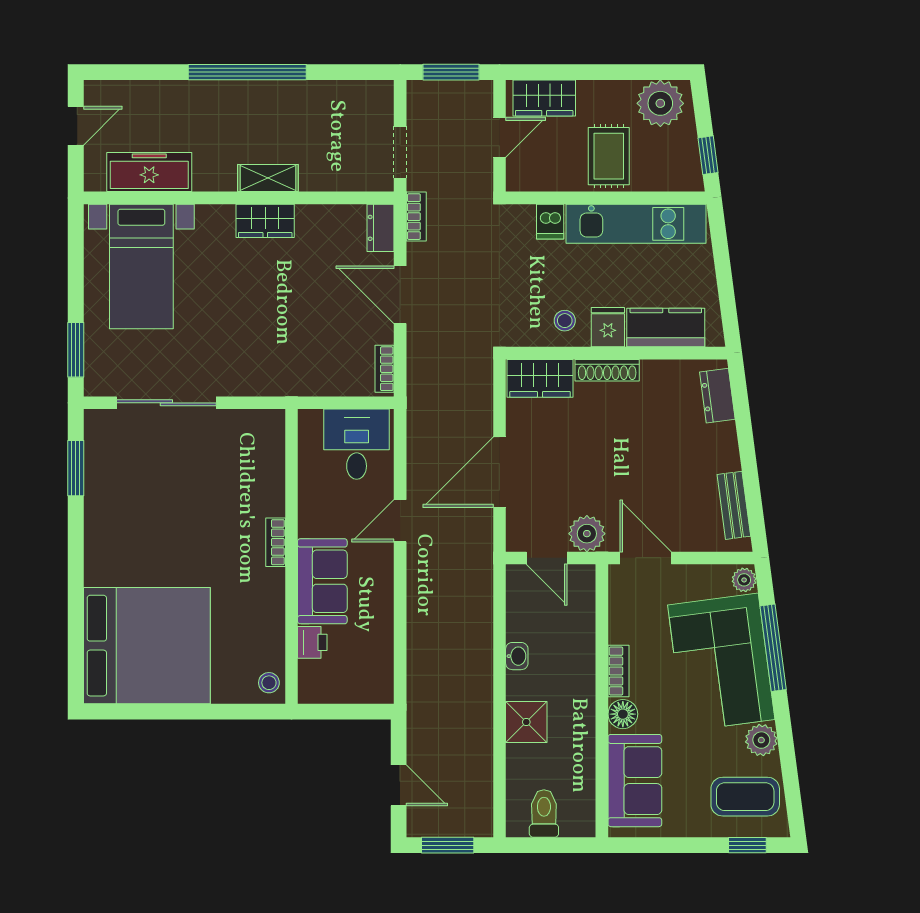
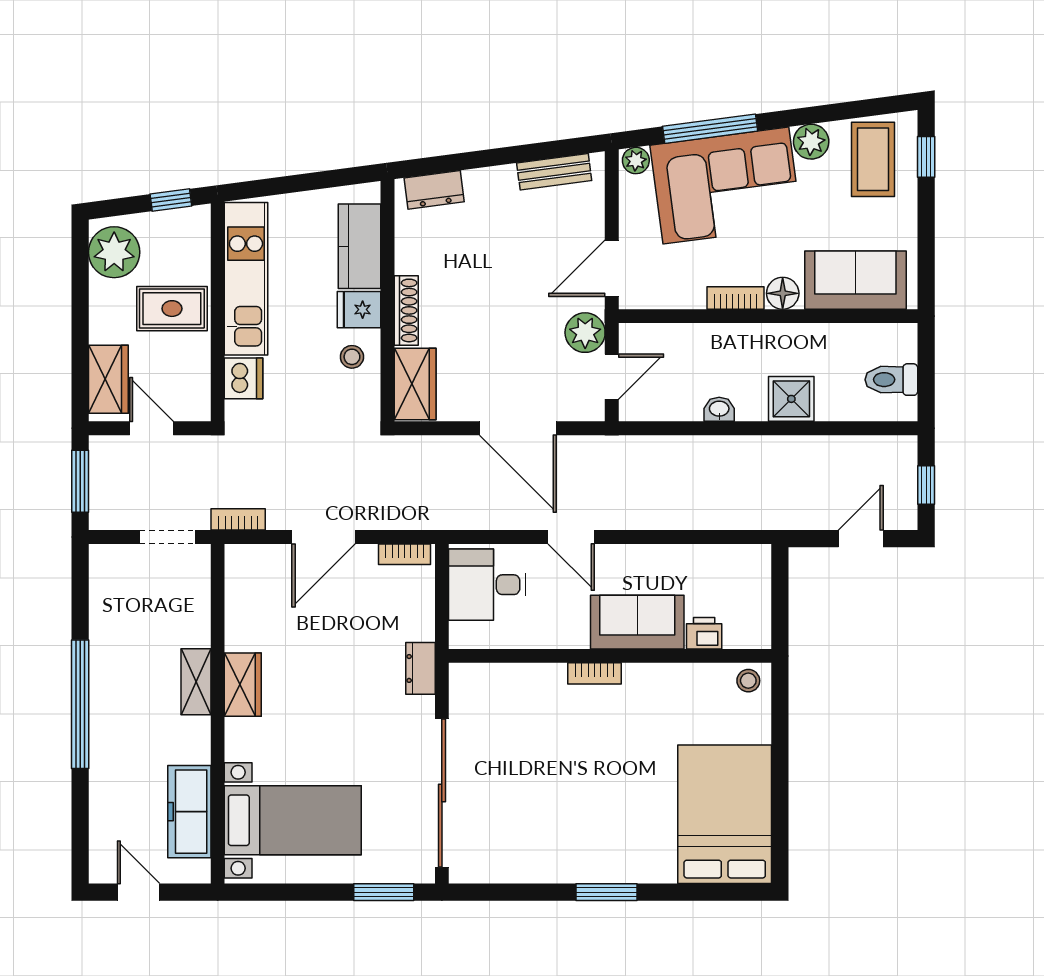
dishwasher: (550, 222) -> (244, 378), width x1.38
dresser: (381, 228) -> (420, 668), moved, turned 90
sliding door: (166, 403) -> (442, 793), width x1.36
window: (76, 468) -> (606, 892), moved
bed: (147, 646) -> (725, 814), width x0.73
window: (448, 845) -> (926, 485), width x0.67

